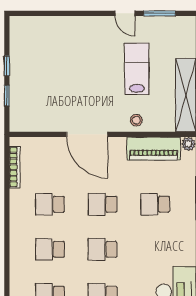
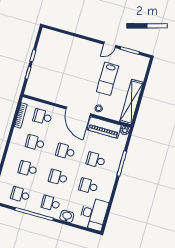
door: (125, 13) -> (110, 45), hinge flipped
lab bench: (137, 69) -> (108, 79), turned 180
door: (87, 134) -> (78, 111), moved
school desk: (50, 159) -> (42, 117), added
school desk: (155, 249) -> (88, 186), added

